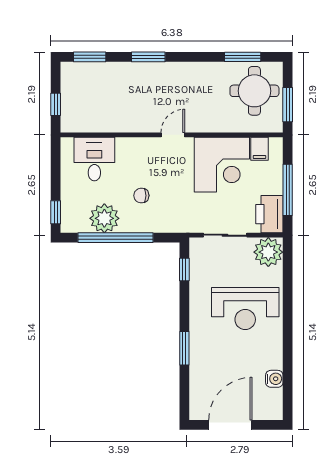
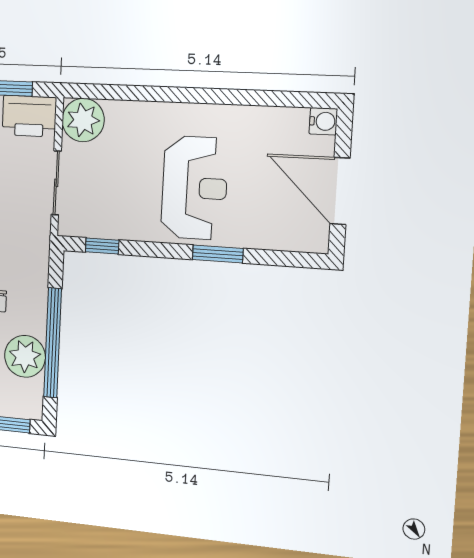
reception desk: (245, 308) -> (194, 188), moved
water cooler: (274, 379) -> (323, 121), moved, turned 90

